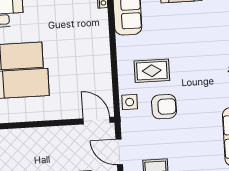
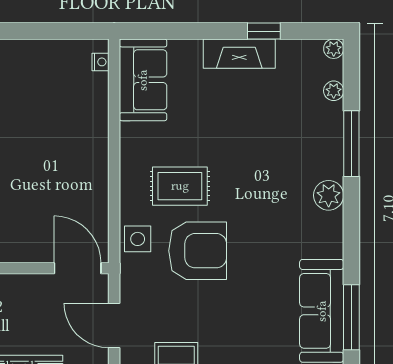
armchair: (164, 107) -> (198, 251), width x1.36, depth x1.36

